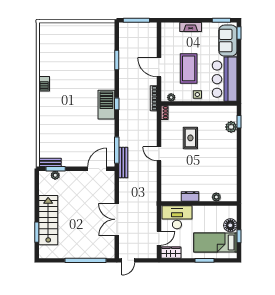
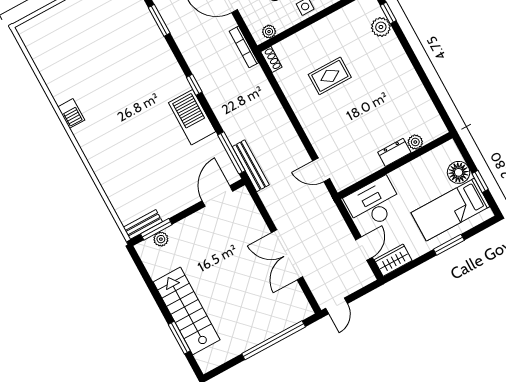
barbecue: (106, 105) -> (192, 117), moved
rug: (190, 138) -> (330, 76), turned 90
door: (159, 154) -> (321, 170), moved
dresser: (190, 196) -> (394, 152), moved

